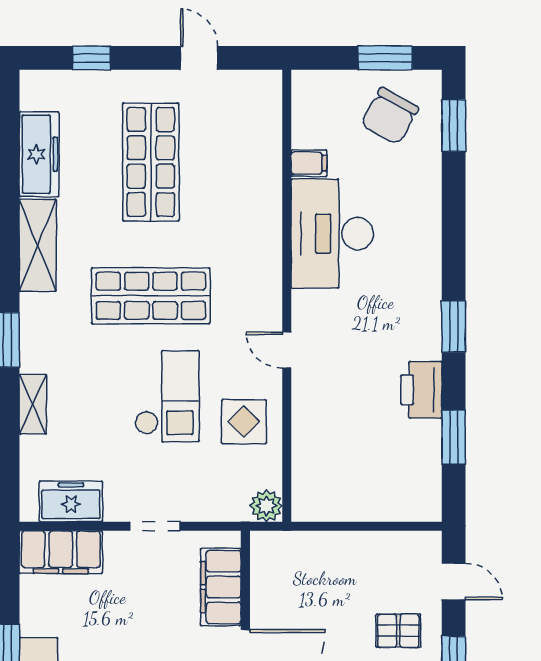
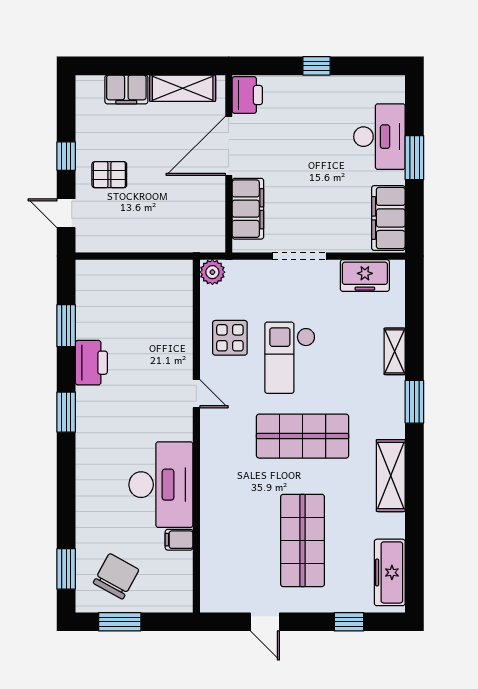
freezer: (39, 154) -> (390, 572), moved
doorway: (155, 526) -> (299, 256), width x1.38
filing cabinet: (61, 552) -> (388, 218), moved, turned -90

